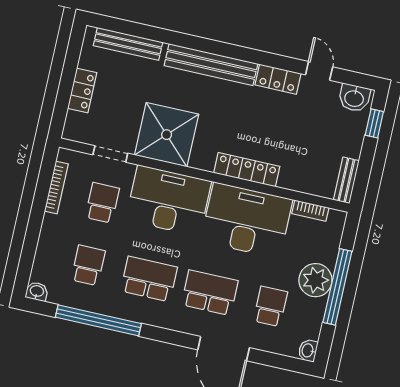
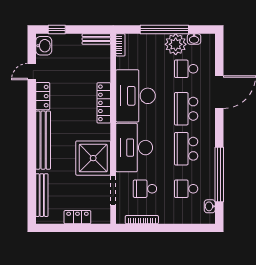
doorway: (110, 154) -> (113, 191), width x1.38
bookcase: (310, 211) -> (120, 45), moved
plant: (315, 280) -> (176, 44), moved
washbasin: (37, 291) -> (210, 206), moved
washbasin: (308, 350) -> (194, 39), moved

